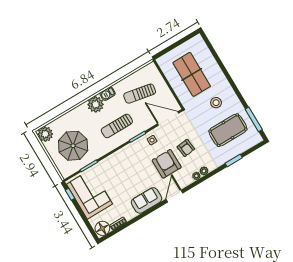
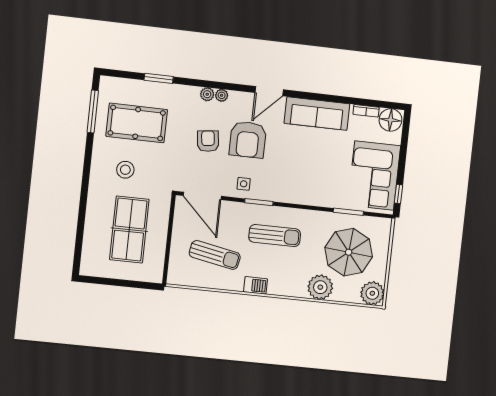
plant: (96, 104) -> (320, 287), moved
sofa: (146, 200) -> (317, 114), width x1.36

